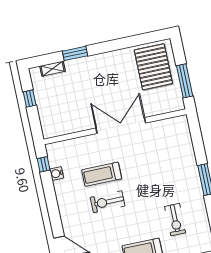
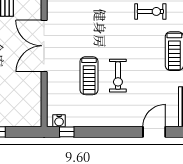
water cooler: (57, 173) -> (59, 121), moved

